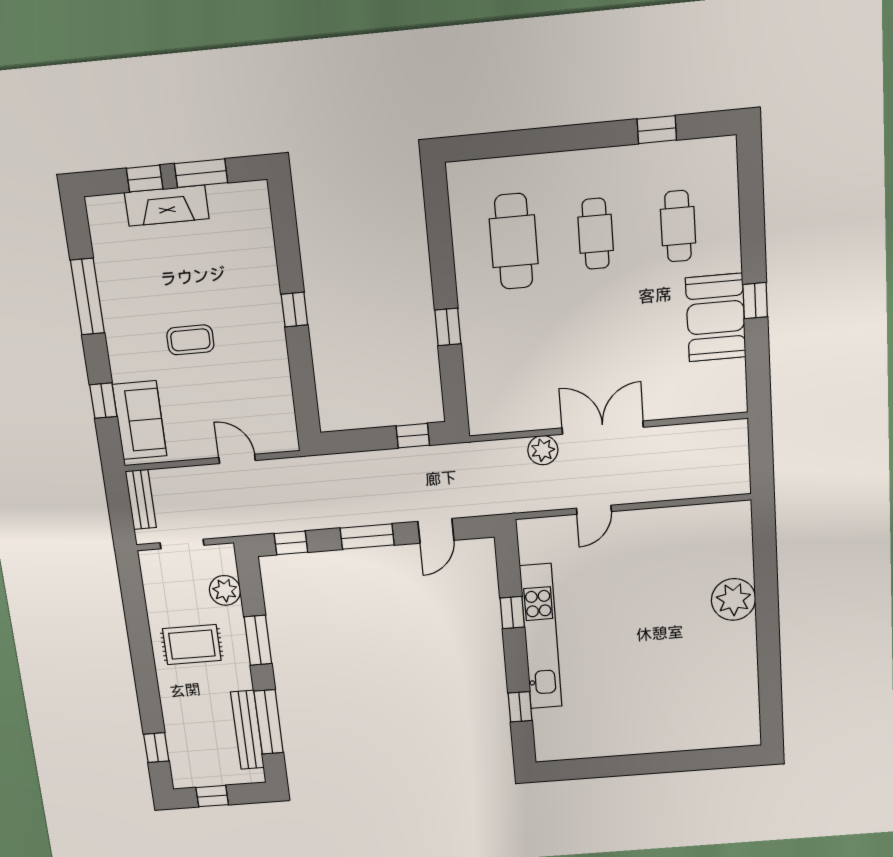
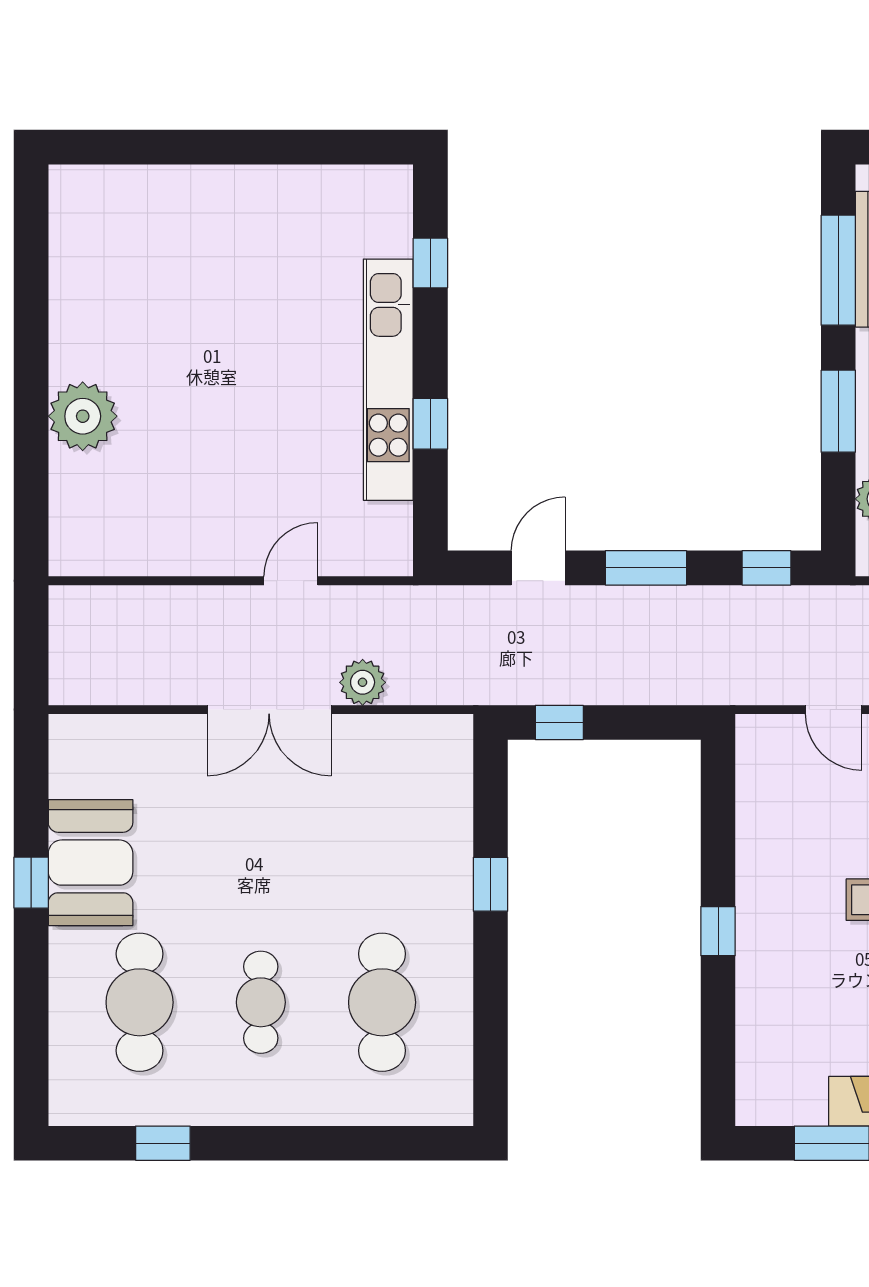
cafe table: (678, 226) -> (140, 1002), width x1.37, depth x1.35

